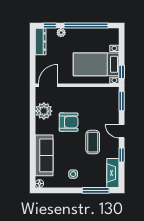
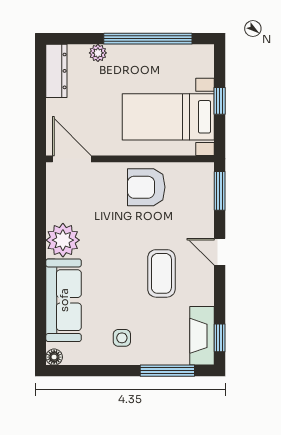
window: (50, 26) -> (75, 39), removed
window: (122, 72) -> (220, 101), moved
door: (48, 85) -> (72, 159), hinge flipped
plant: (44, 111) -> (63, 240), moved
armchair: (69, 122) -> (146, 187), moved, turned 180
window: (122, 155) -> (220, 338), moved

